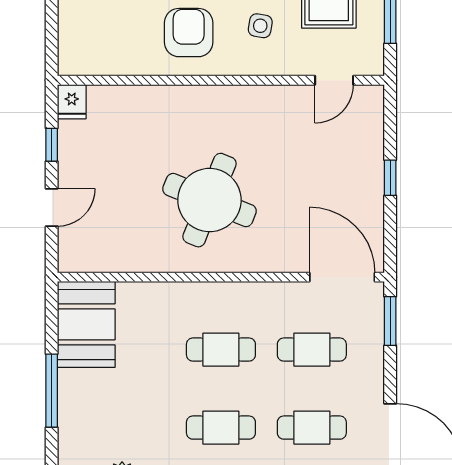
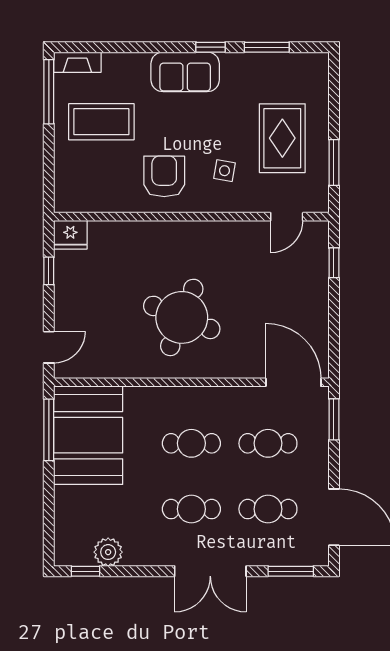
fridge: (72, 102) -> (70, 235), width x1.38
window: (390, 178) -> (334, 263), moved
door: (52, 207) -> (49, 347), moved
booth: (86, 324) -> (88, 435), width x1.36, depth x1.42
window: (52, 391) -> (49, 430), moved

